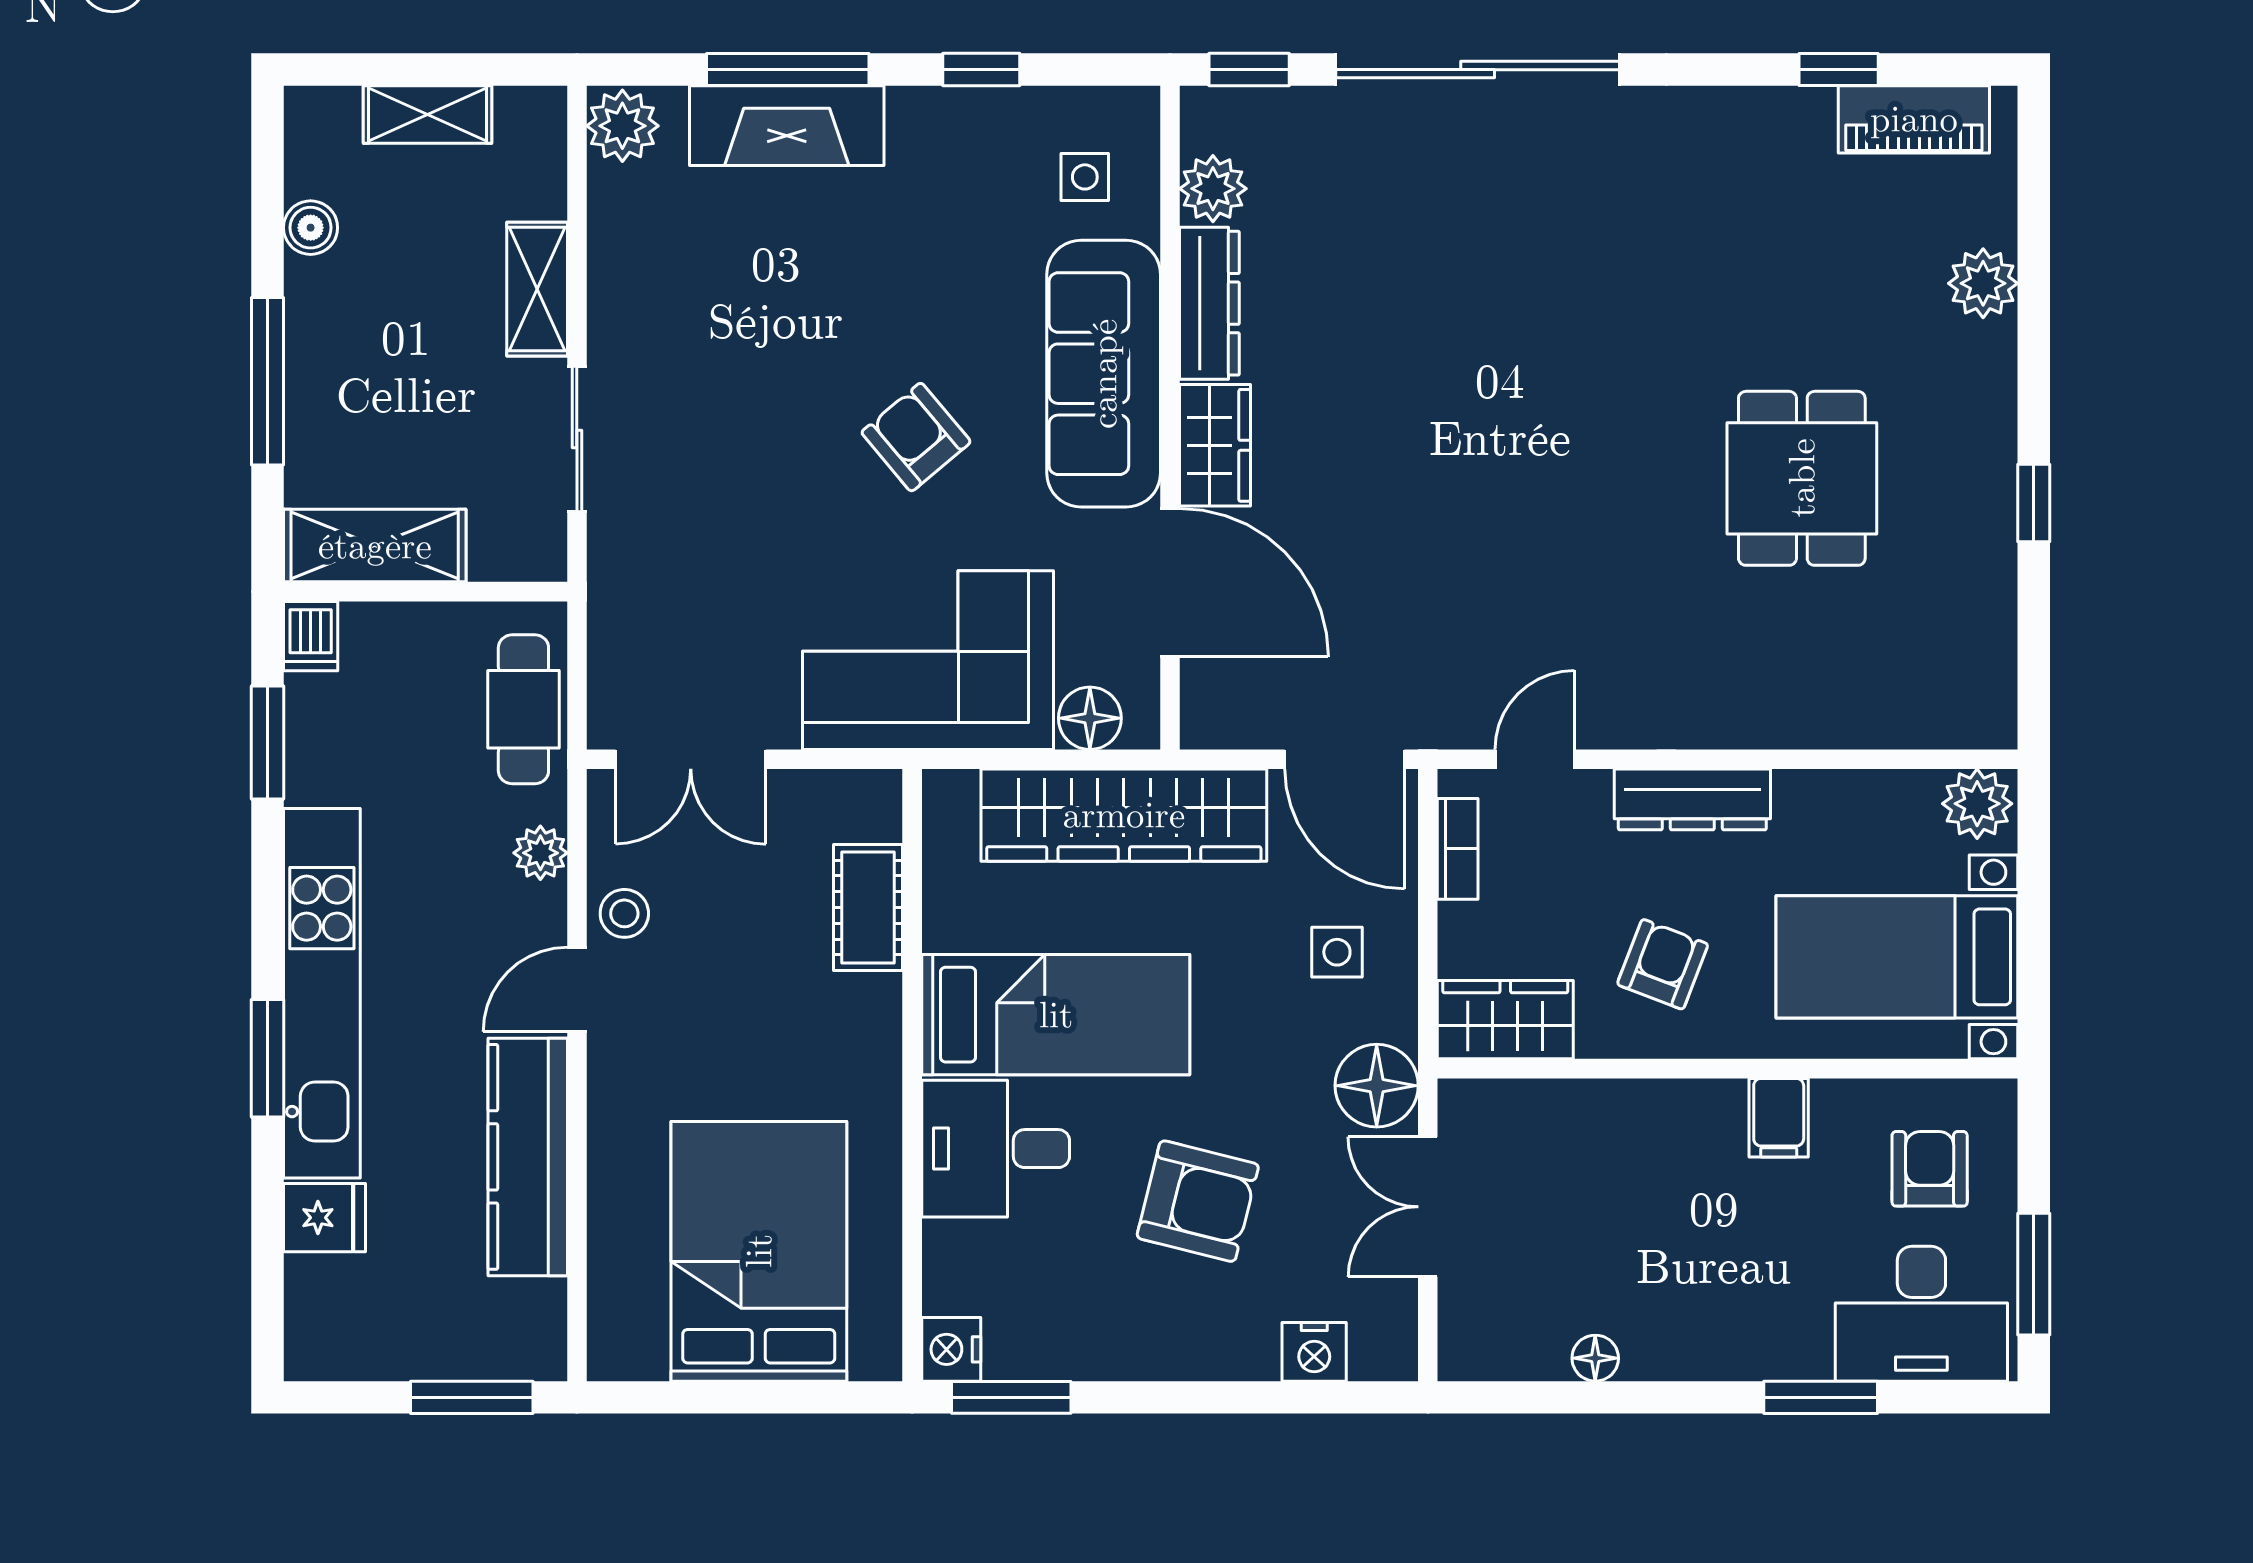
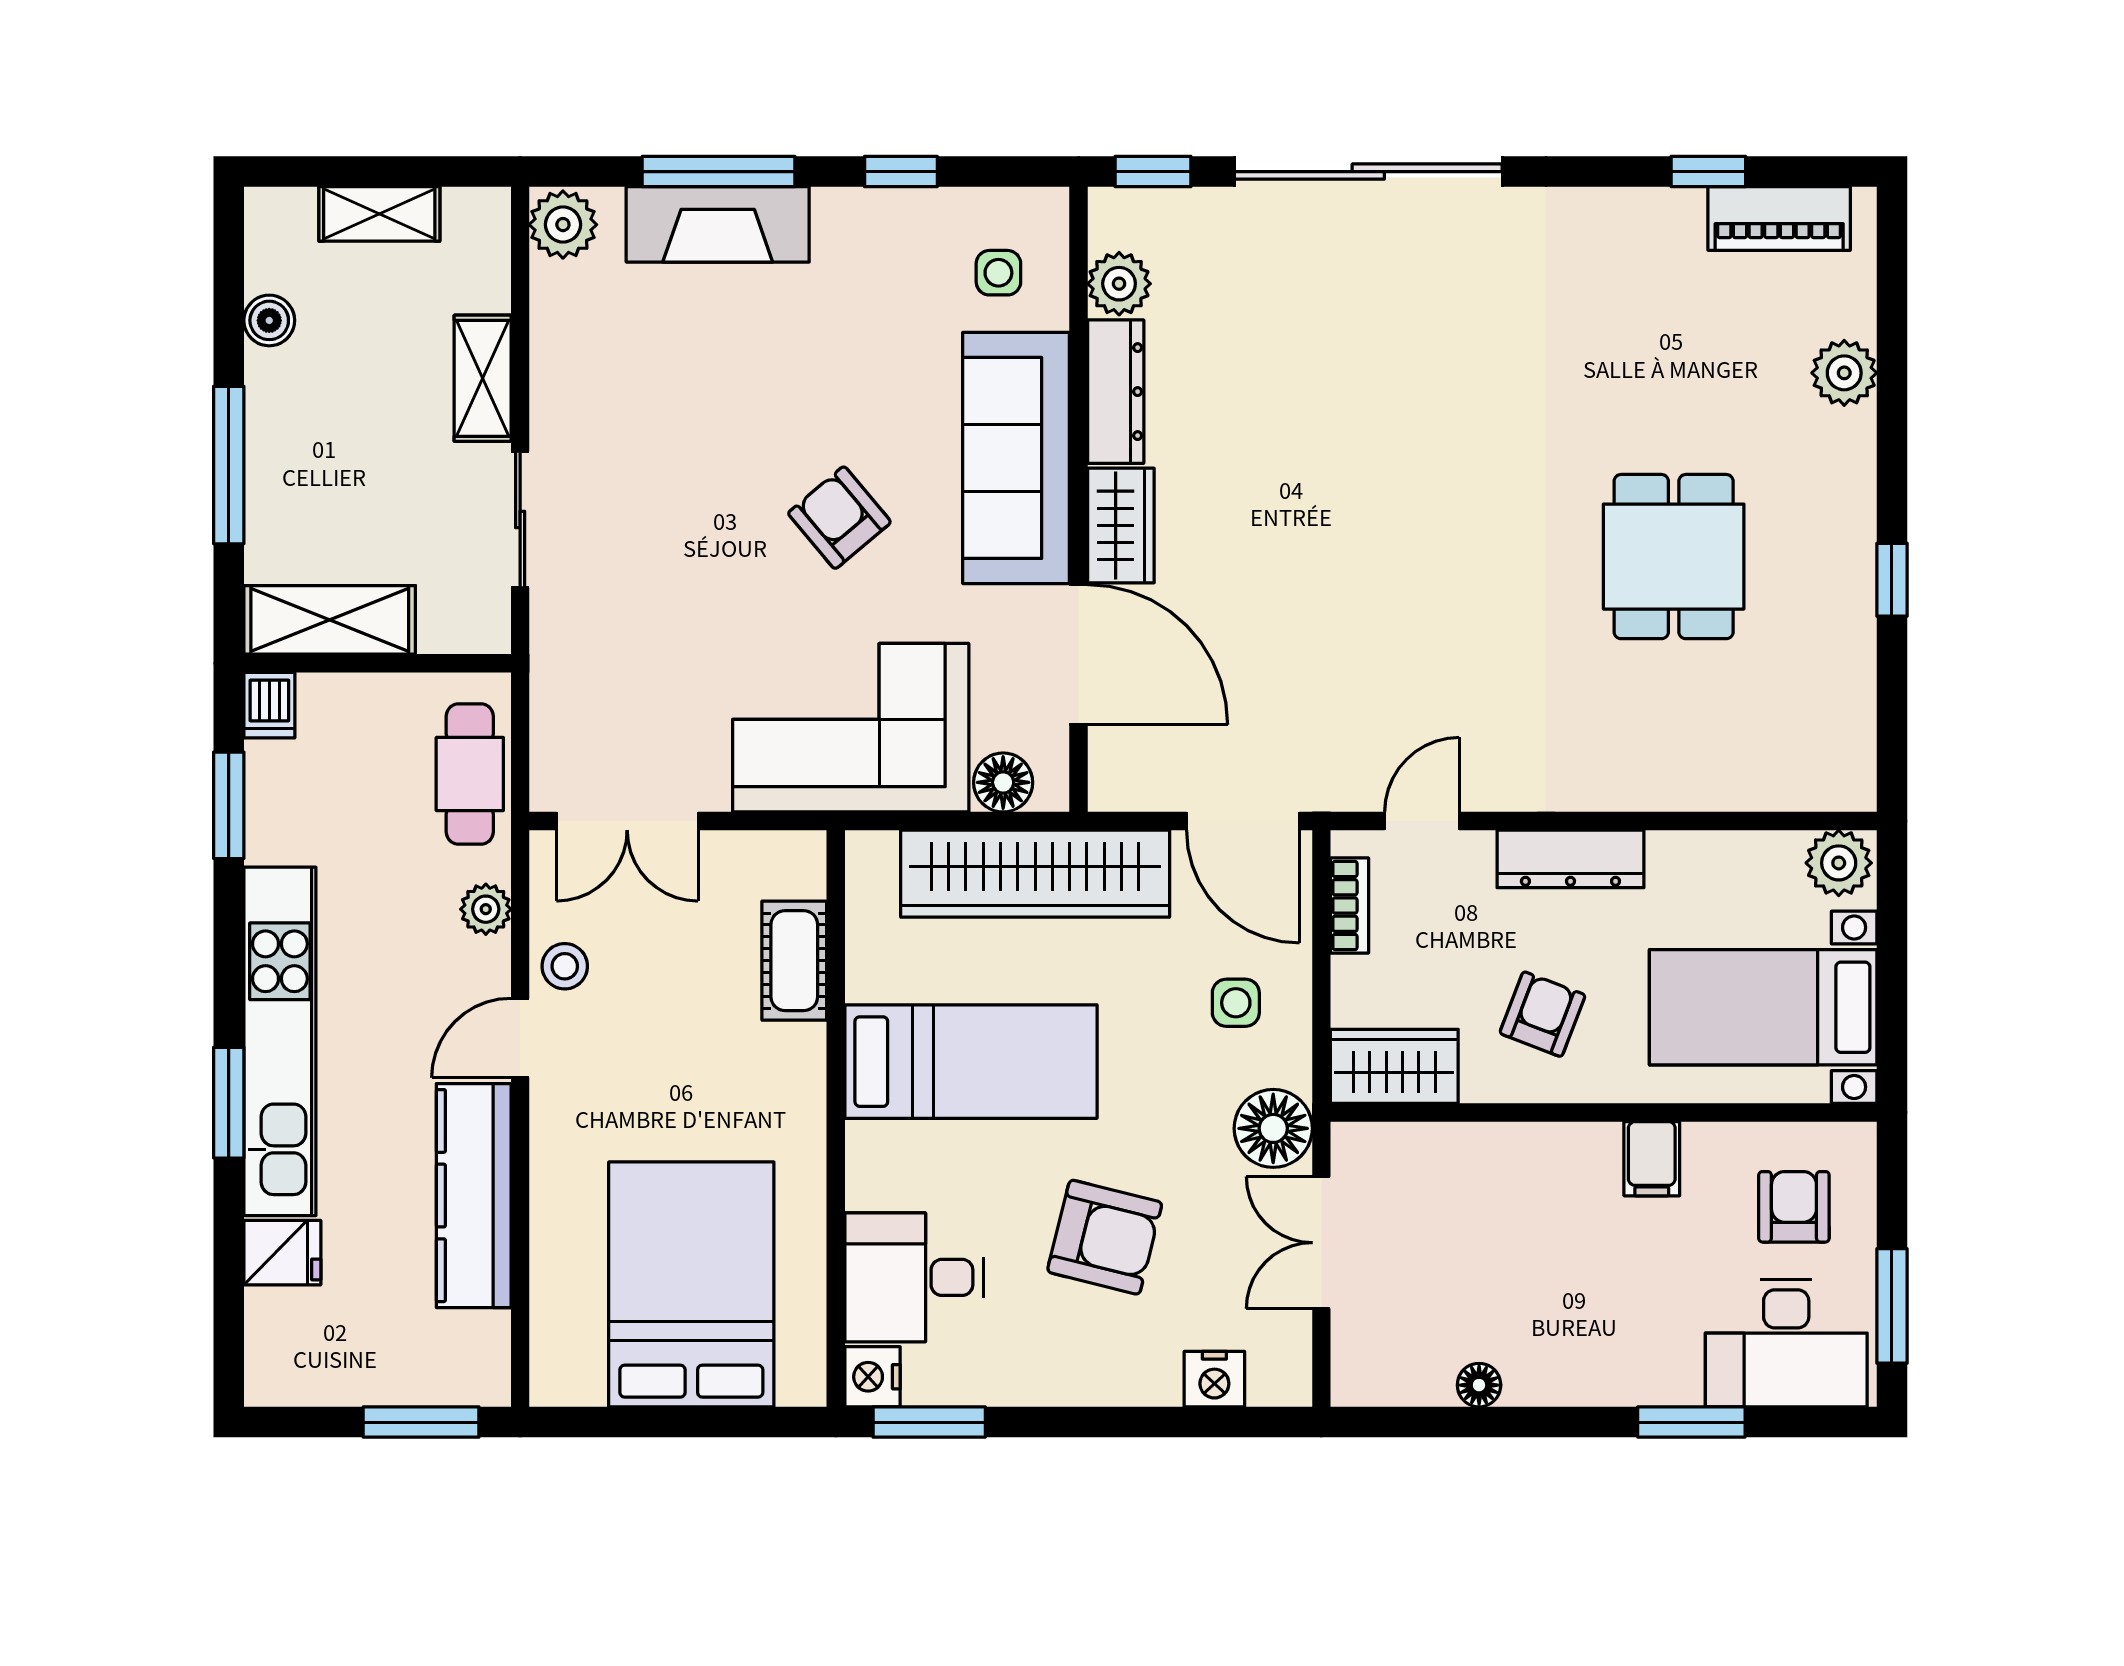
desk: (996, 1149) -> (914, 1277), moved

